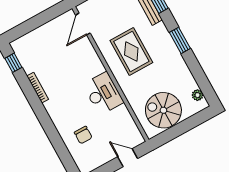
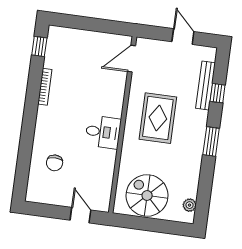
desk: (103, 93) -> (103, 132), width x0.73

